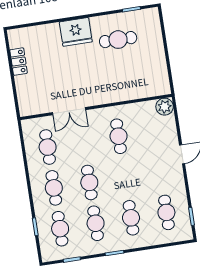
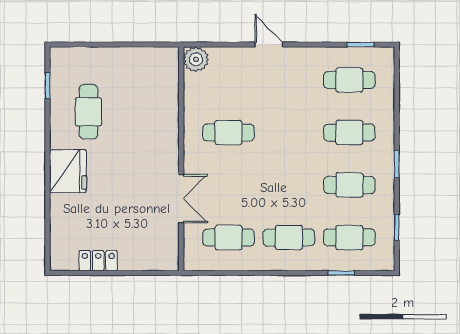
cafe table: (89, 182) -> (289, 185), removed

